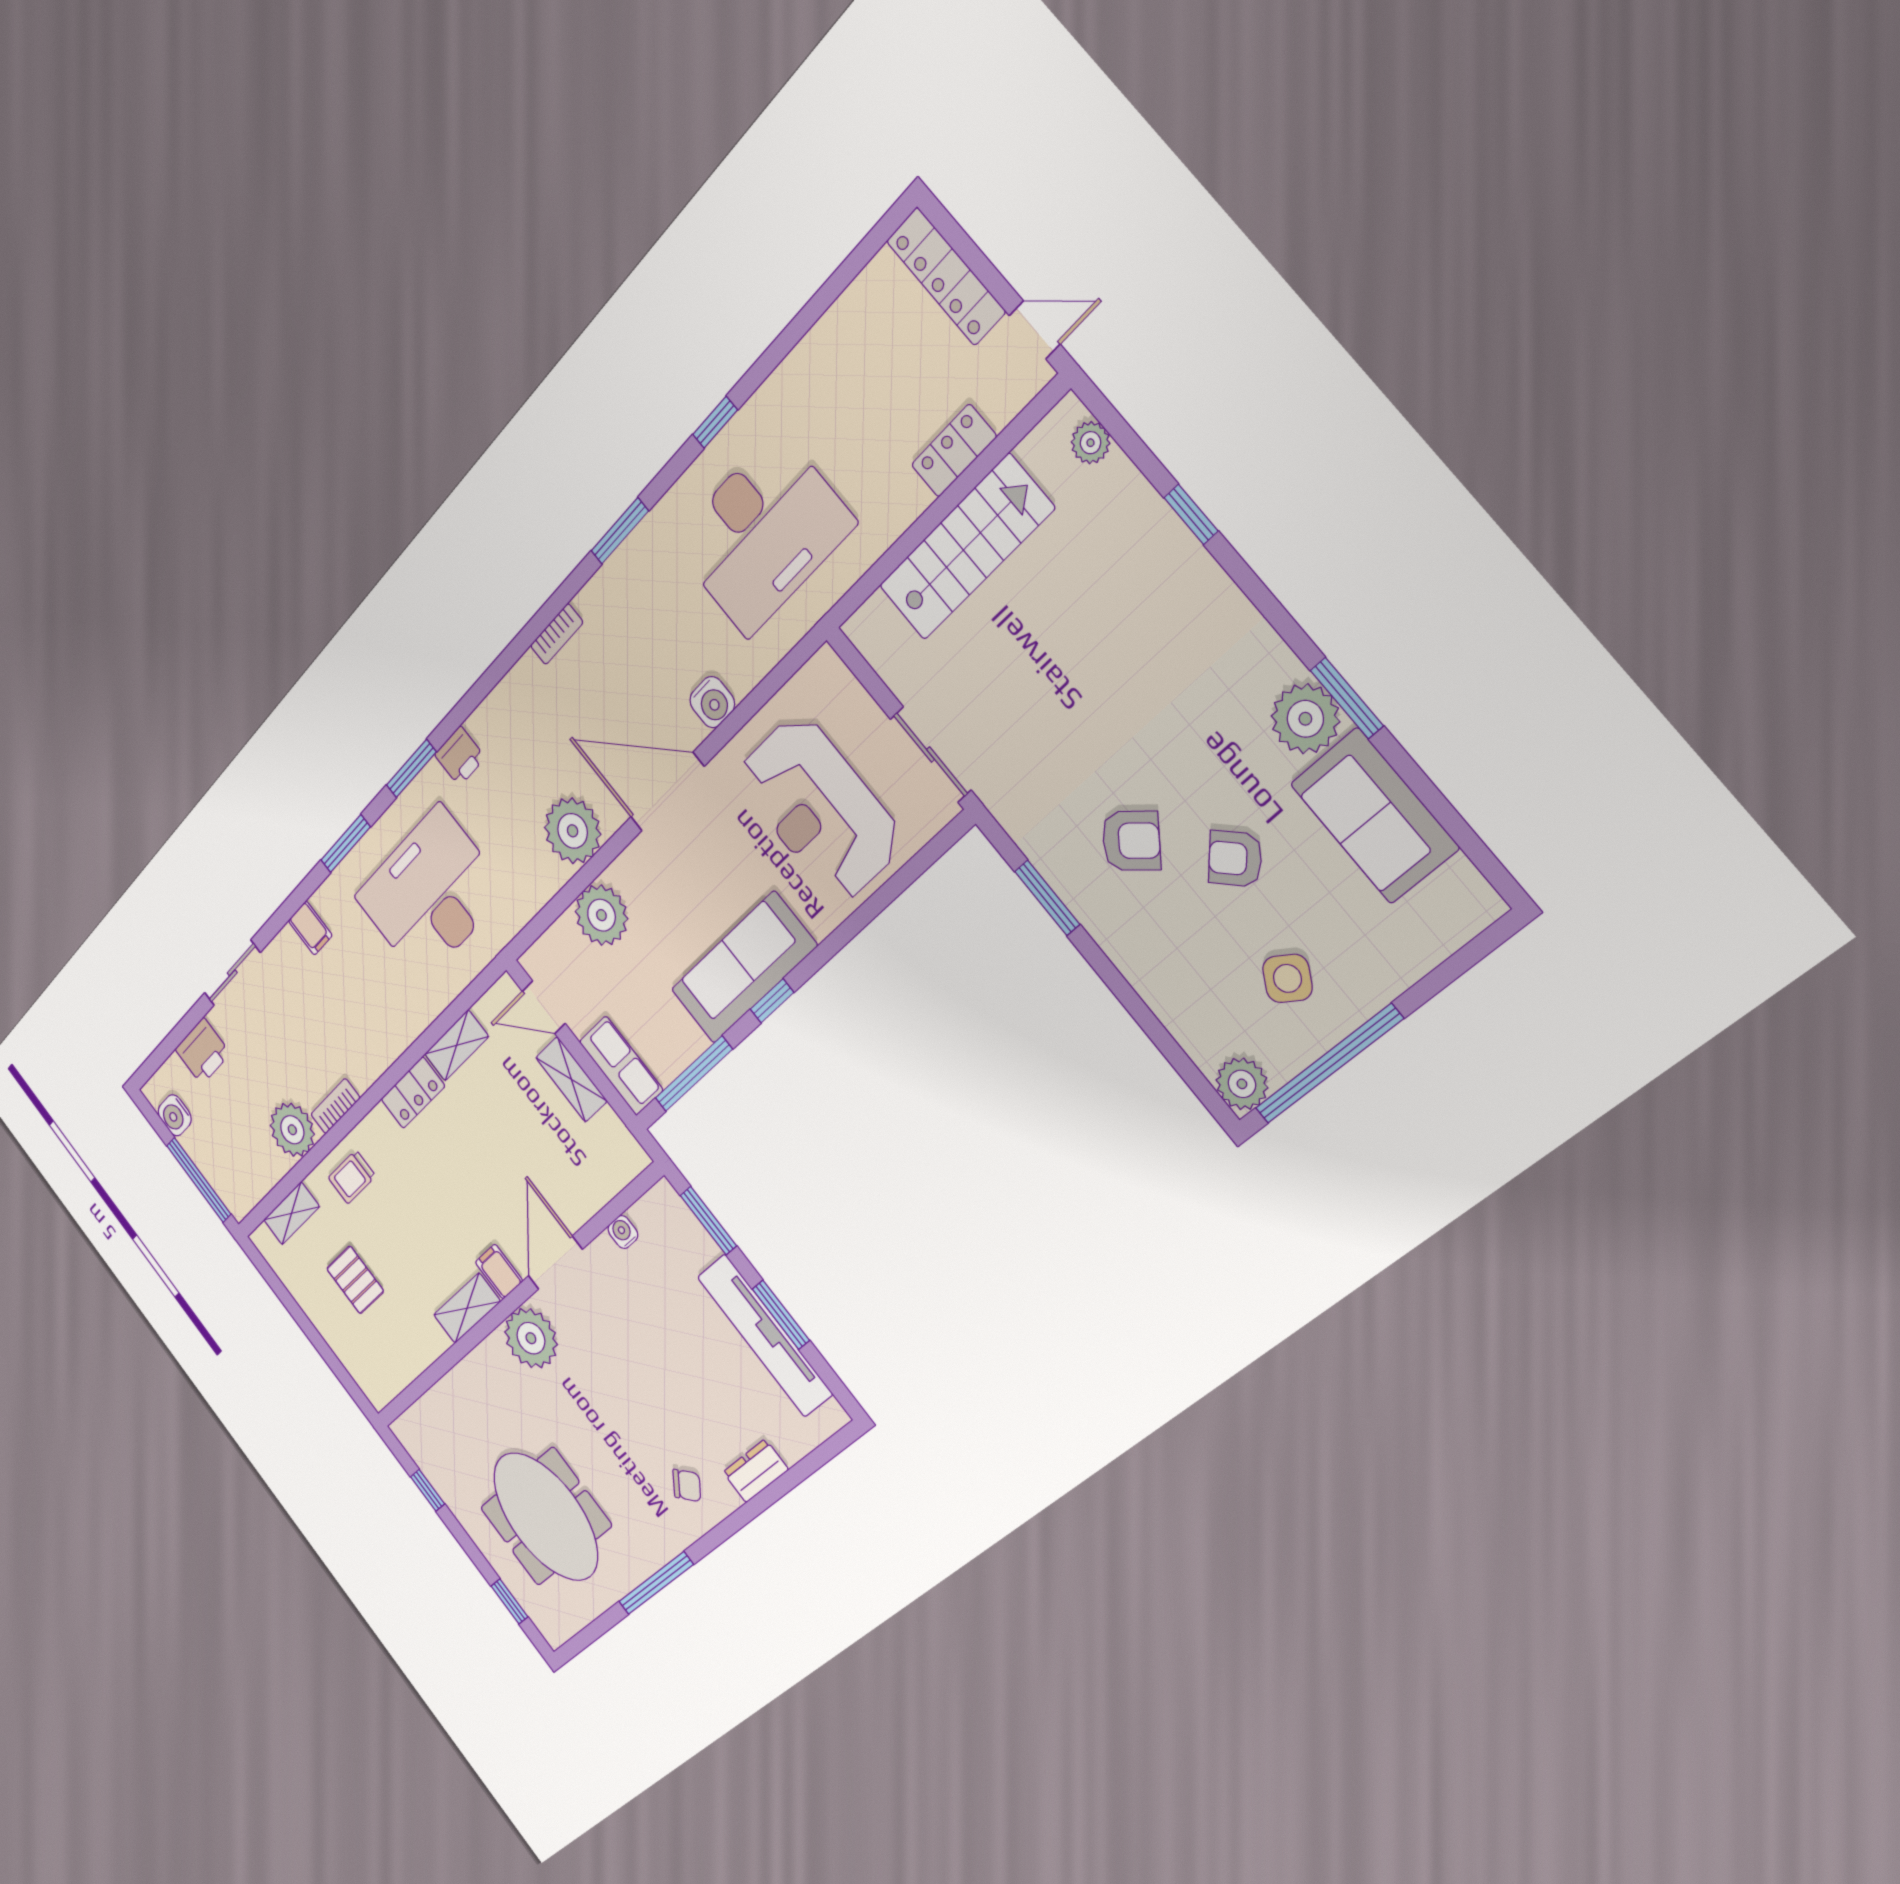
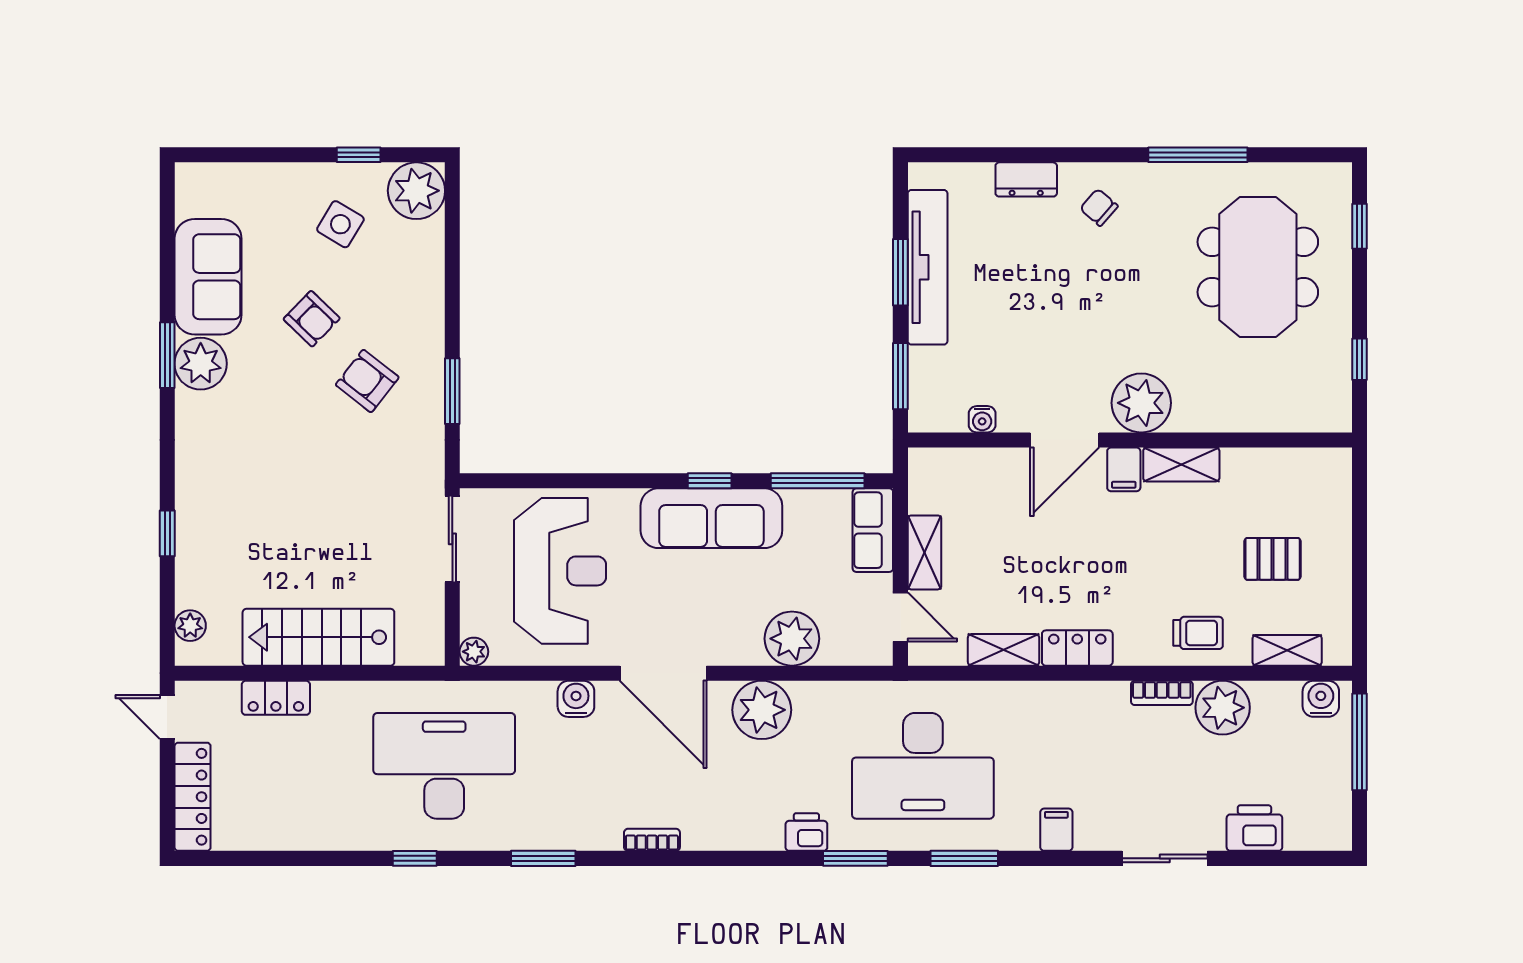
plant: (826, 665) -> (474, 652), added
window: (1329, 1064) -> (359, 155), width x0.32
plant: (1242, 1084) -> (416, 191), width x1.36, depth x1.36
water cooler: (175, 1115) -> (1321, 699), moved, turned -90
pallet: (355, 1280) -> (1273, 559), turned 90

